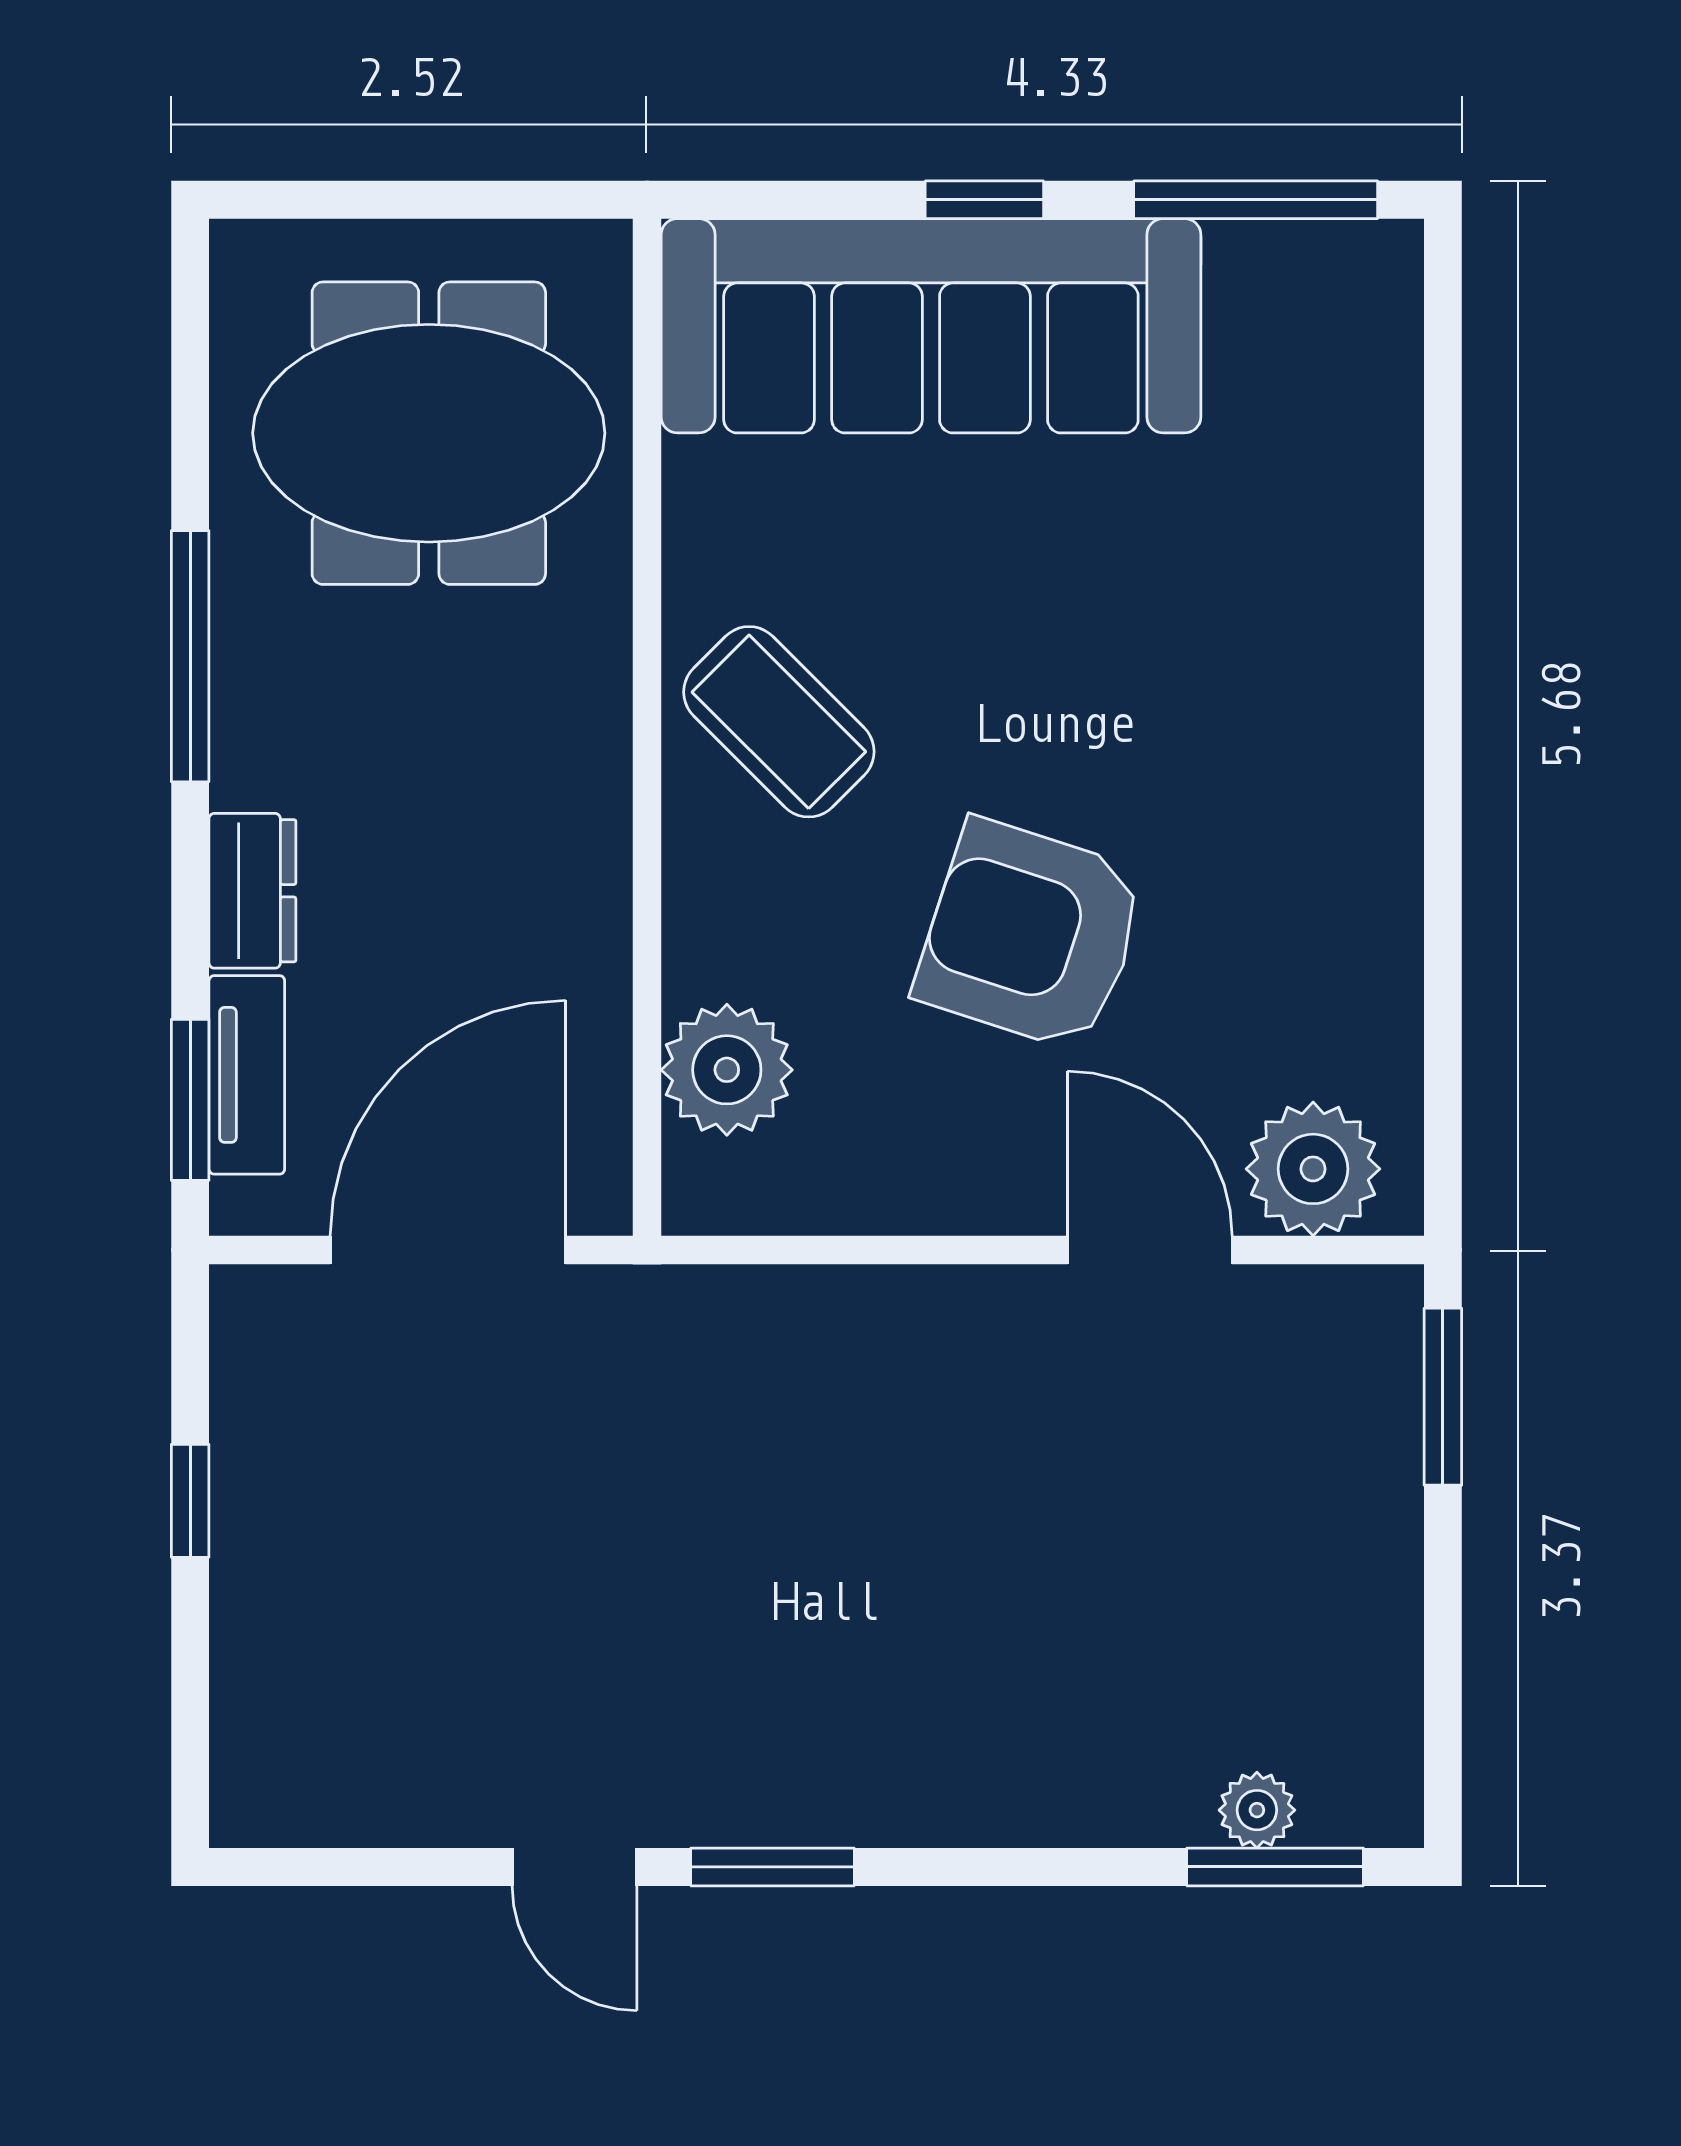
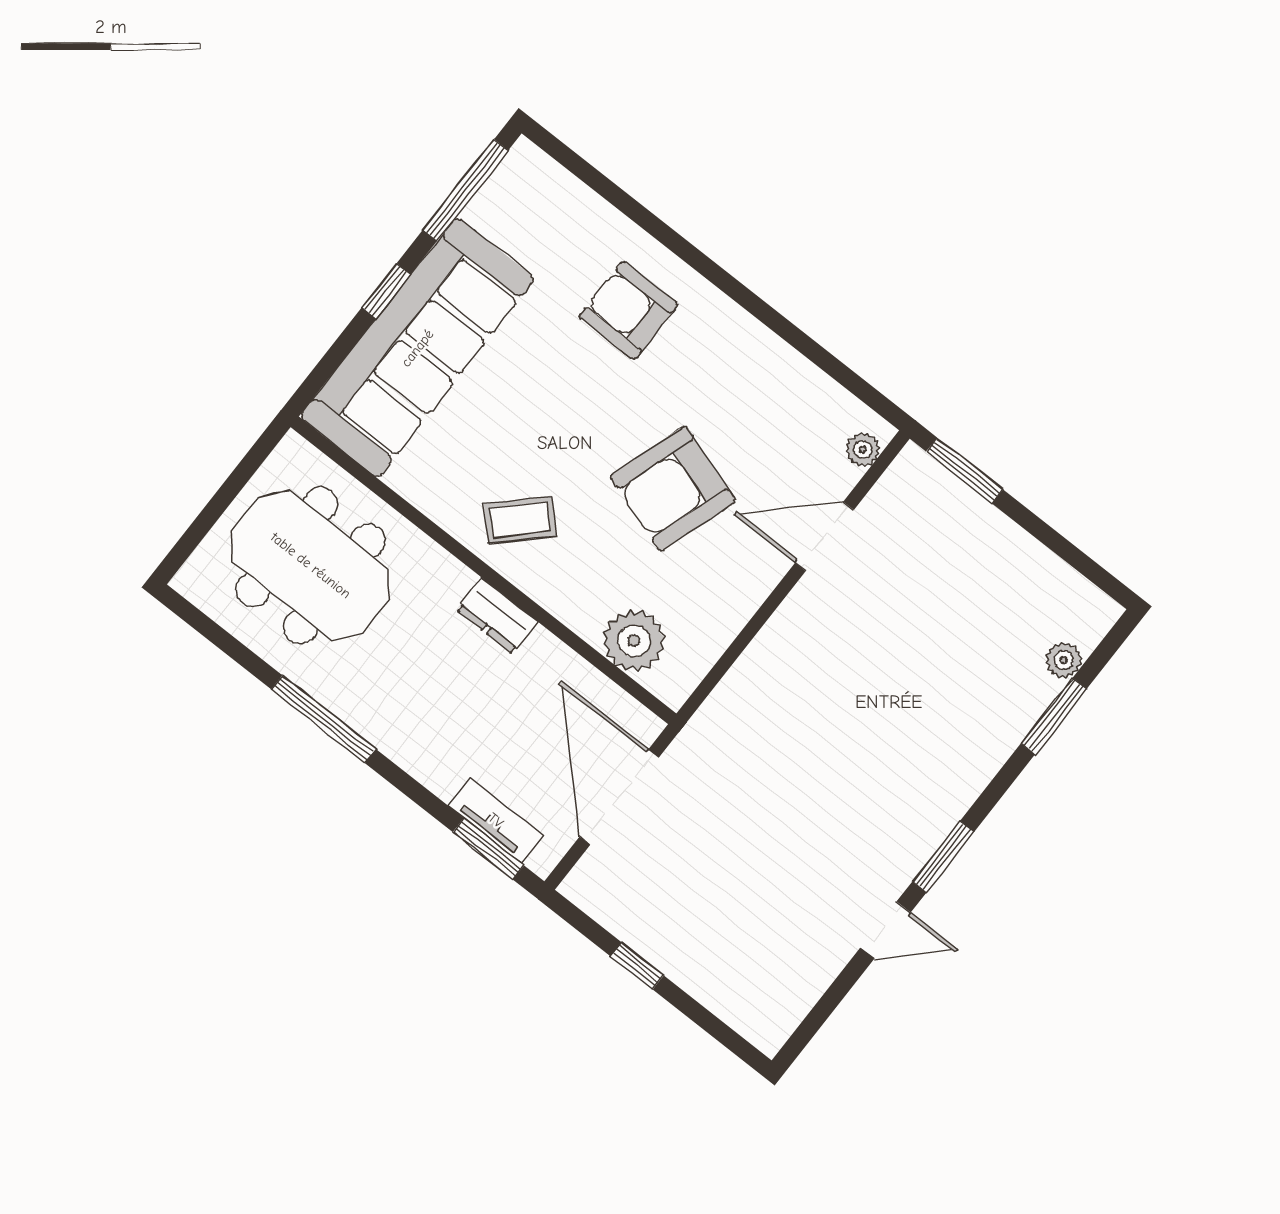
meeting table: (429, 433) -> (311, 565), turned 90
armchair: (1269, 628) -> (628, 310), added
coffee table: (779, 722) -> (520, 520), width x0.73, depth x0.77
dresser: (252, 891) -> (497, 616), moved, turned 180
plant: (1313, 1169) -> (863, 450), width x0.53, depth x0.53
window: (1275, 1867) -> (1054, 716), moved

